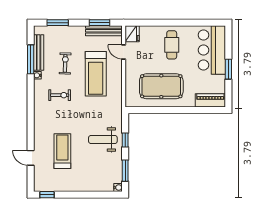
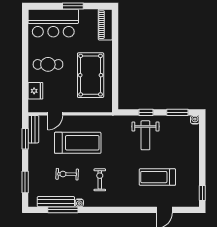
bench: (104, 31) -> (33, 129), width x0.73
fridge: (132, 34) -> (35, 91), moved, turned 90

